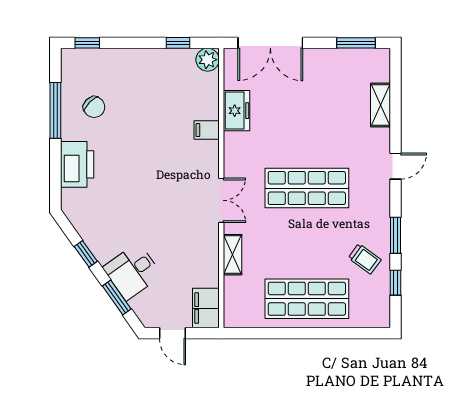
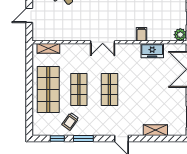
shop shelf: (307, 188) -> (109, 89), width x0.70, depth x0.74
shop shelf: (307, 243) -> (79, 89), added
shelving: (232, 255) -> (48, 48), moved
filing cabinet: (206, 308) -> (43, 34), removed

